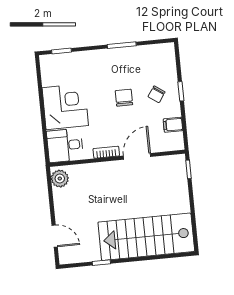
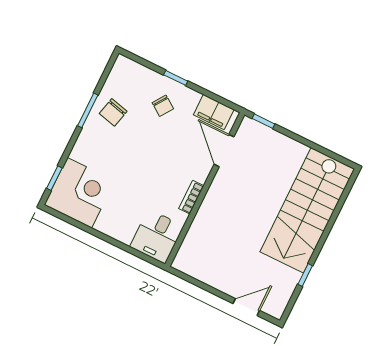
chair: (124, 98) -> (113, 112), moved, turned -76
corner desk: (65, 107) -> (79, 193), moved, turned 90
filing cabinet: (173, 125) -> (214, 112), width x2.00
door: (137, 156) -> (224, 151), moved
plant: (60, 179) -> (189, 264), removed

